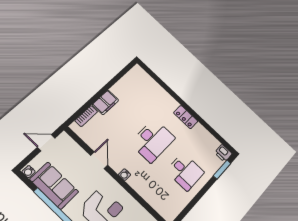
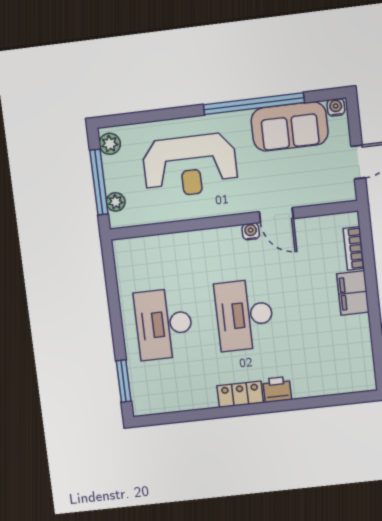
printer: (223, 153) -> (277, 389), moved
desk: (185, 172) -> (164, 324), width x1.37
water cooler: (125, 175) -> (251, 231), moved

